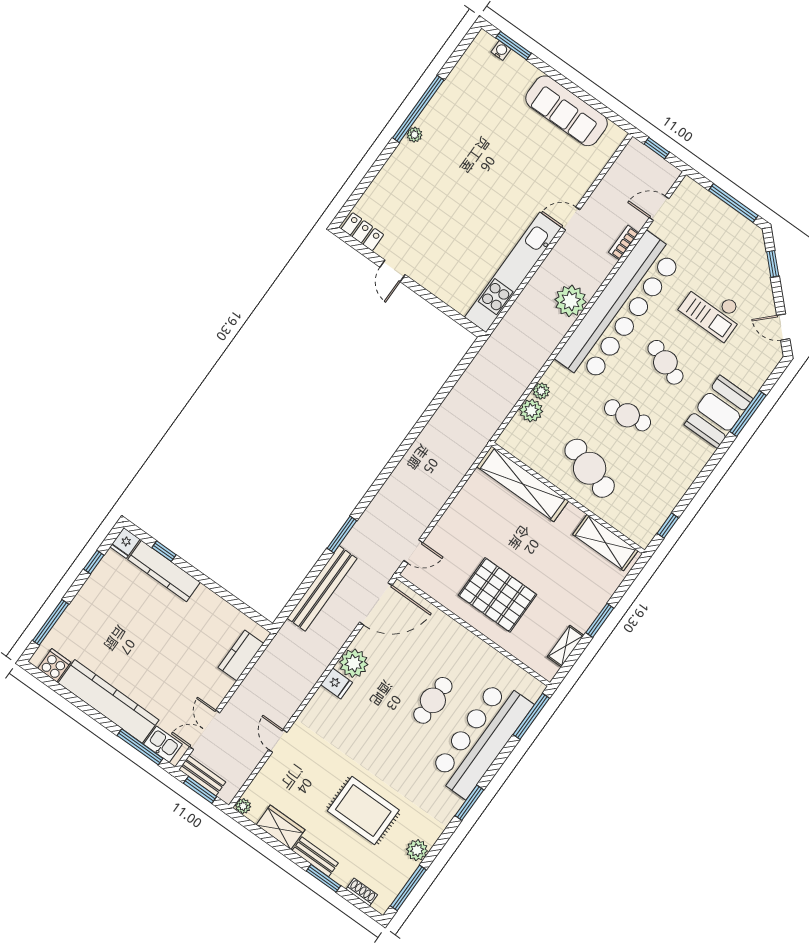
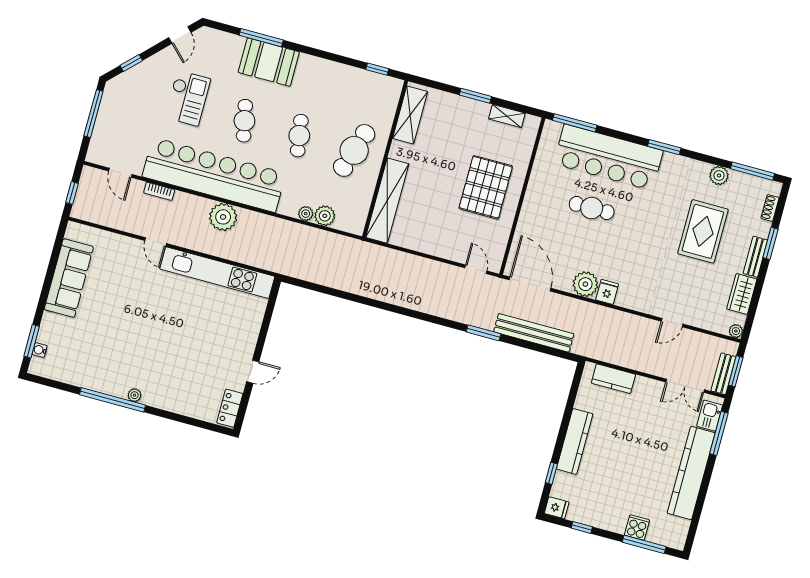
cafe table: (665, 362) -> (244, 121), turned -33
kitchen counter: (164, 571) -> (575, 441), moved
cooker: (54, 665) -> (637, 528), moved, turned 90

